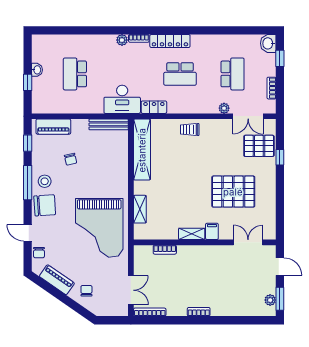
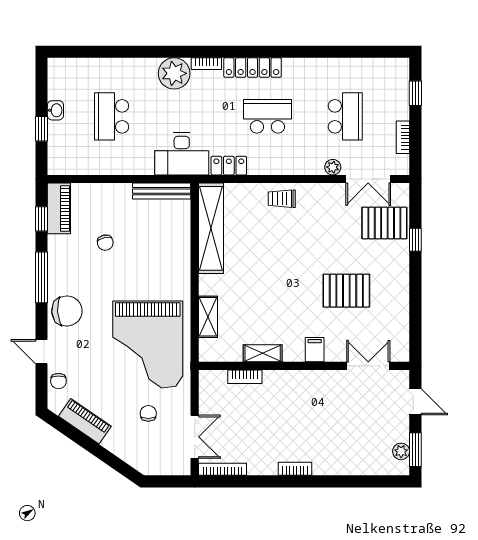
plant: (122, 40) -> (174, 73), width x1.87, depth x1.87
washbasin: (268, 43) -> (398, 71), removed
school desk: (180, 74) -> (267, 116), turned 180
piano: (53, 127) -> (59, 208), moved, turned -90
stool: (45, 181) -> (67, 275), removed
pallet: (233, 192) -> (346, 291), width x0.73, depth x0.71
shelving: (192, 234) -> (263, 353), moved
chair: (86, 291) -> (148, 413), moved

